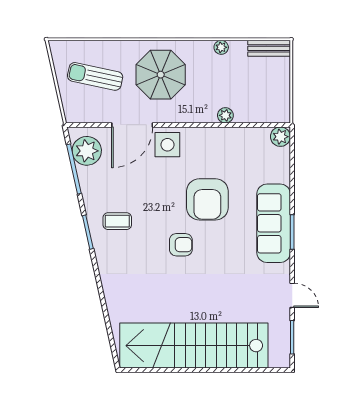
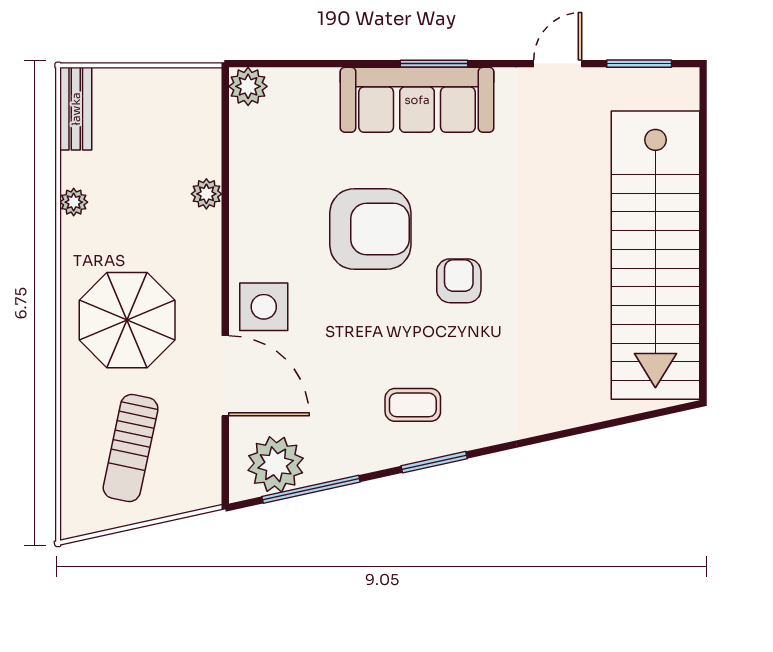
coffee table: (117, 221) -> (413, 405), turned 90

